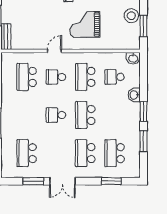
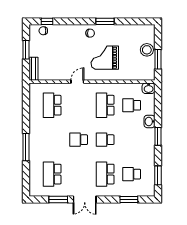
school desk: (56, 77) -> (79, 105), removed
school desk: (85, 115) -> (105, 140), width x0.54
window: (143, 141) -> (158, 175), moved
school desk: (115, 153) -> (132, 174), width x0.54

